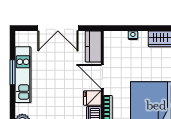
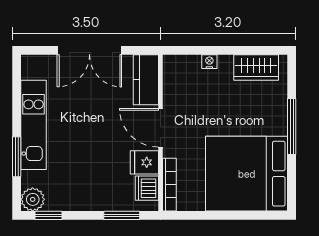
window: (12, 72) -> (17, 157), moved

